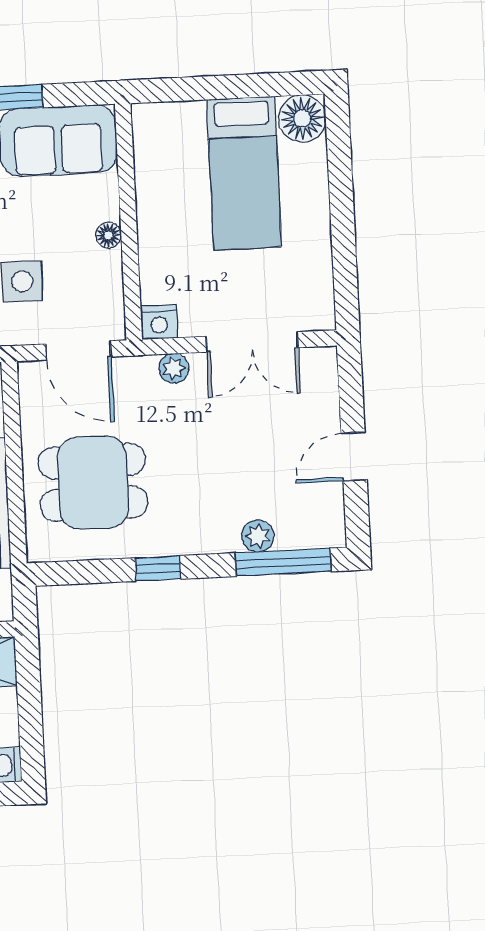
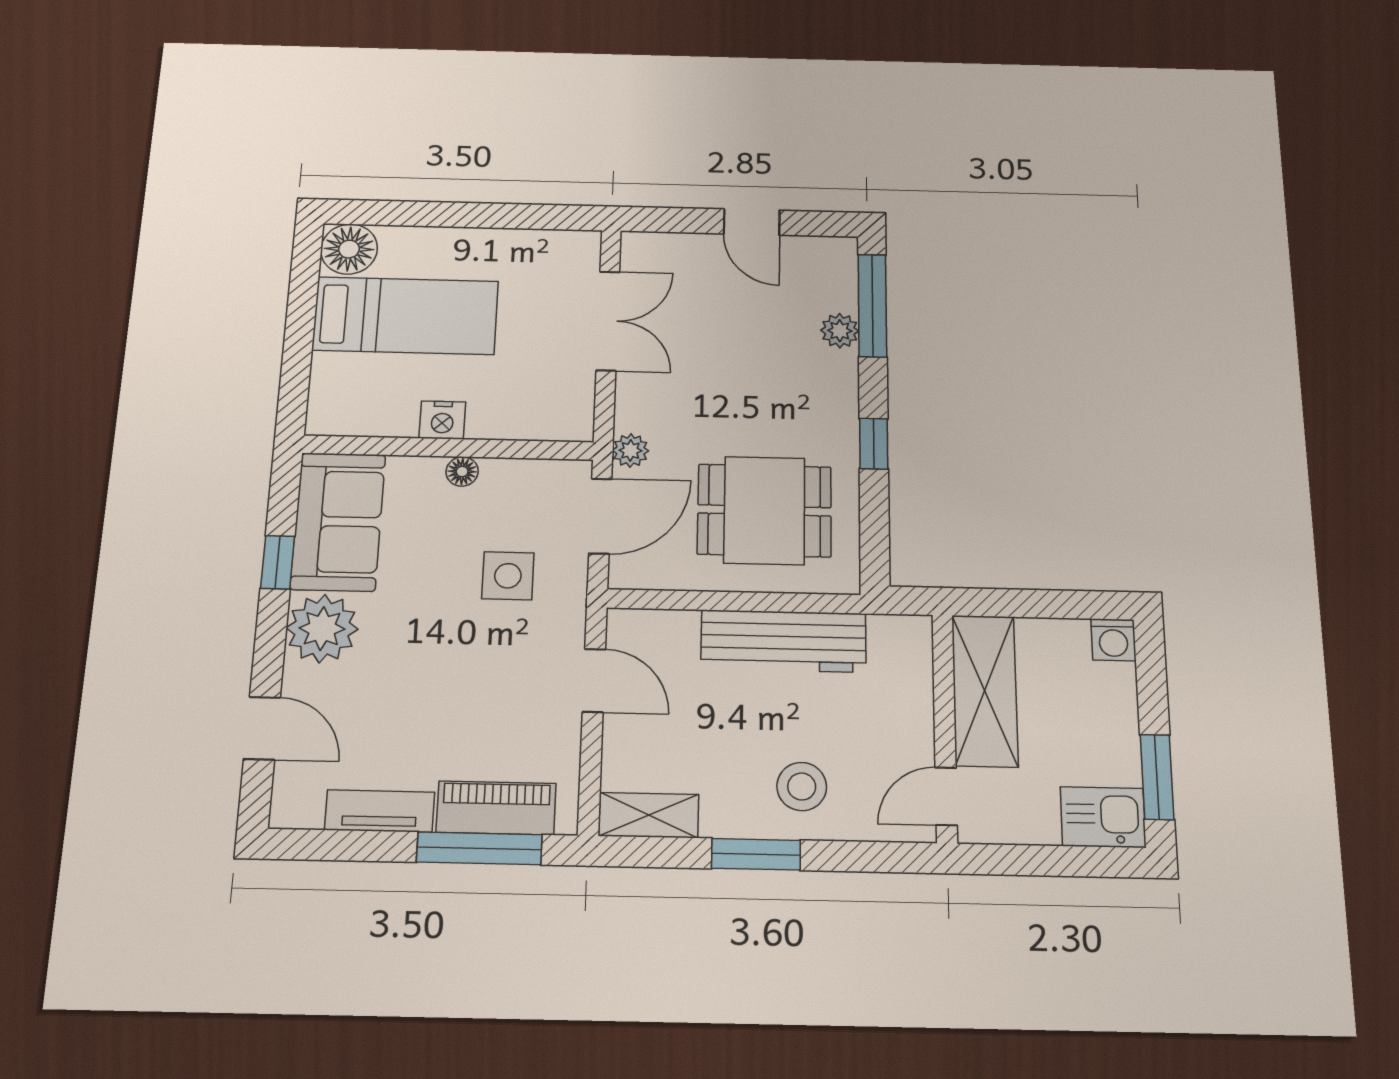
nightstand: (159, 322) -> (442, 420), moved, turned 90
plant: (174, 368) -> (630, 451), moved
dining table: (93, 482) -> (764, 510), turned 90

